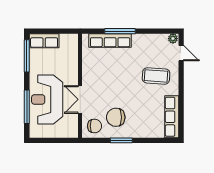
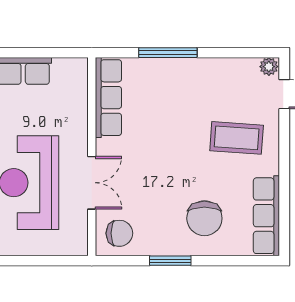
row of seats: (110, 41) -> (108, 98), moved, turned -90
double door: (80, 99) -> (92, 183), swing flipped
chair: (116, 117) -> (204, 218), moved, turned -90

